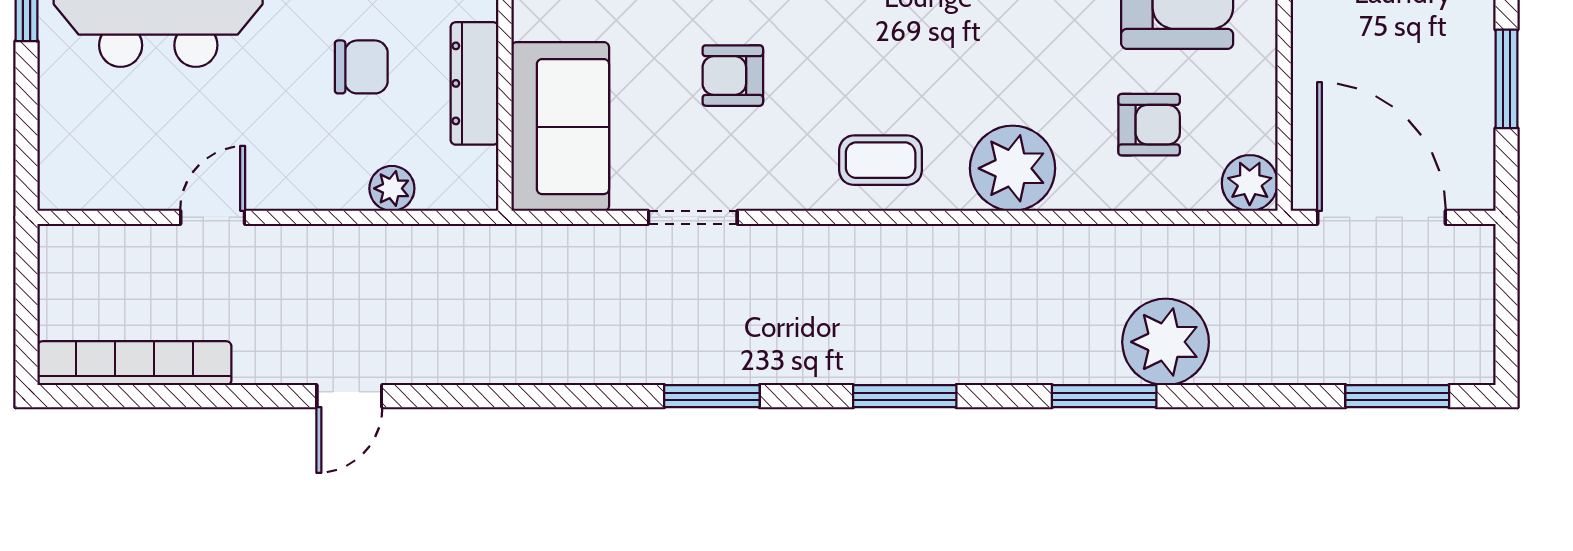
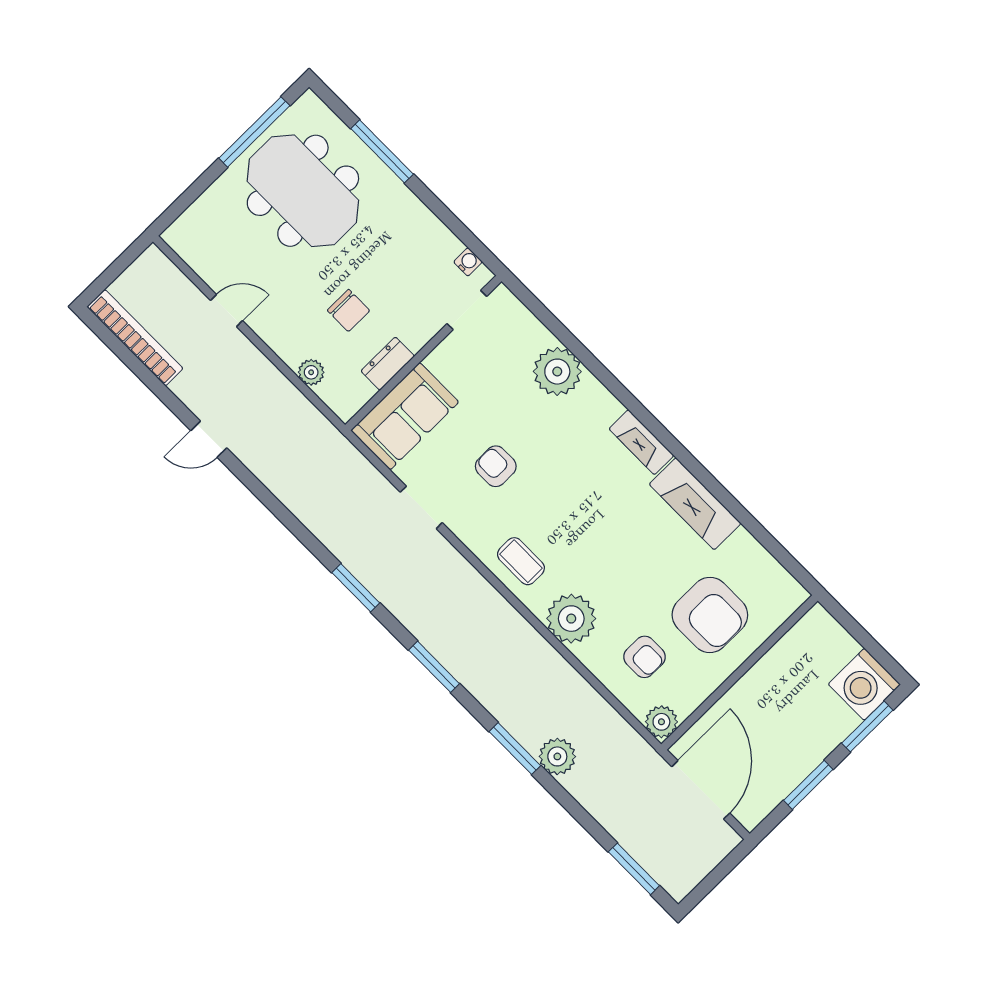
dresser: (474, 83) -> (388, 364), width x0.70
plant: (1166, 342) -> (557, 756), width x0.73, depth x0.73

